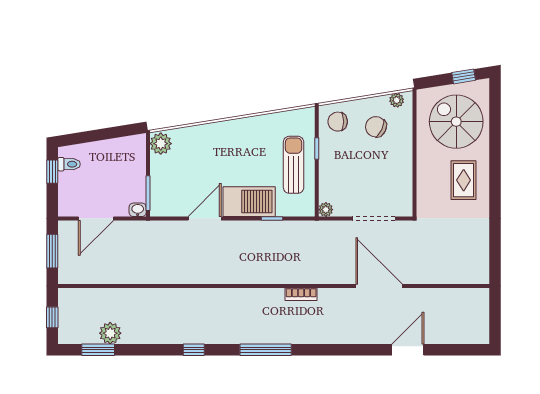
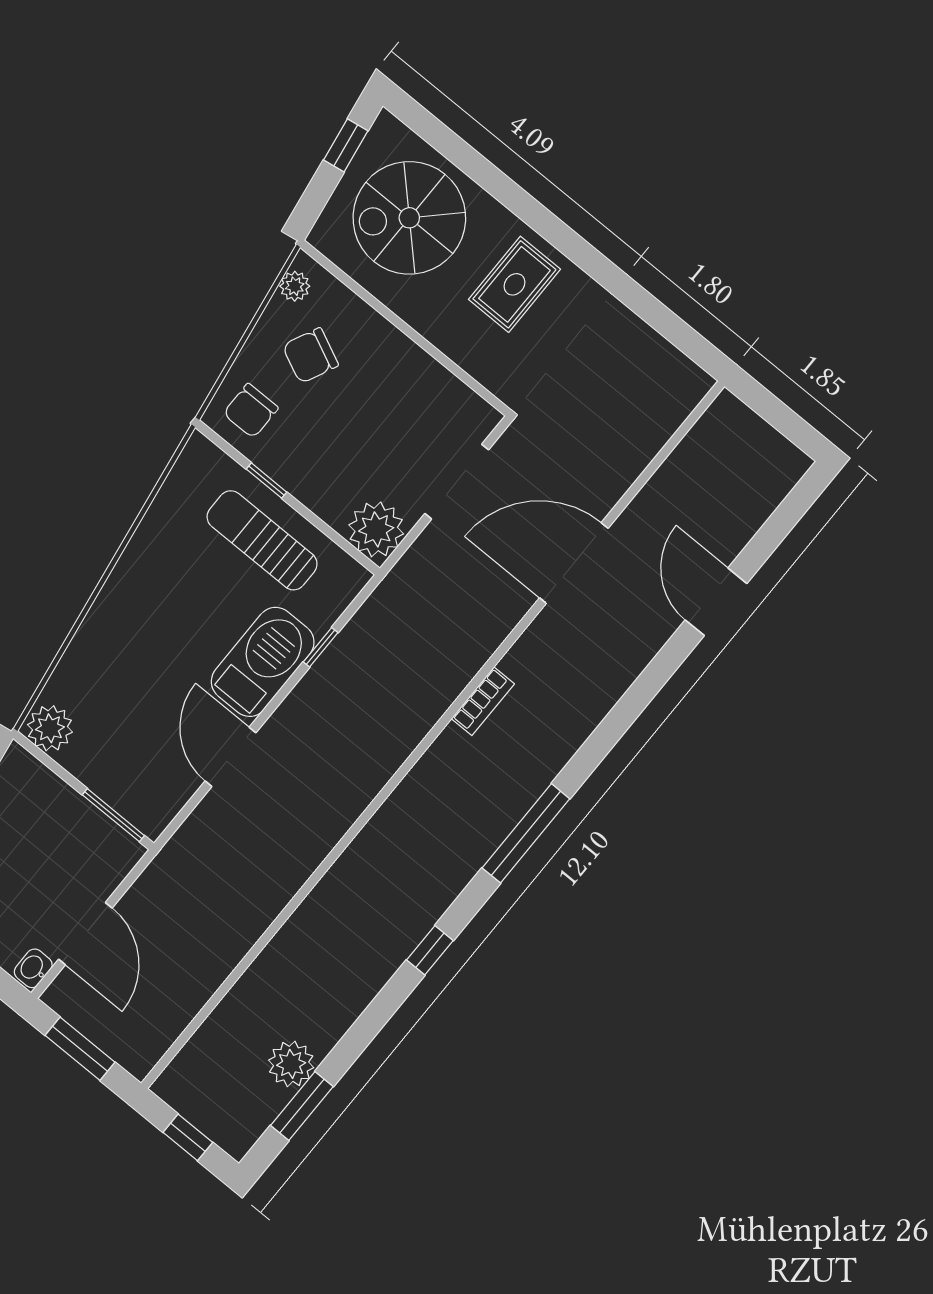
rug: (464, 180) -> (514, 284), turned 90
washbasin: (138, 210) -> (33, 968), moved
plant: (326, 210) -> (376, 529), width x1.87, depth x1.87

